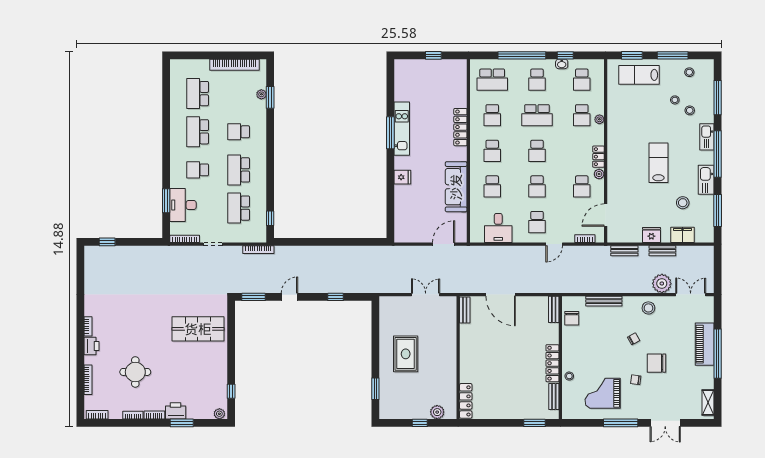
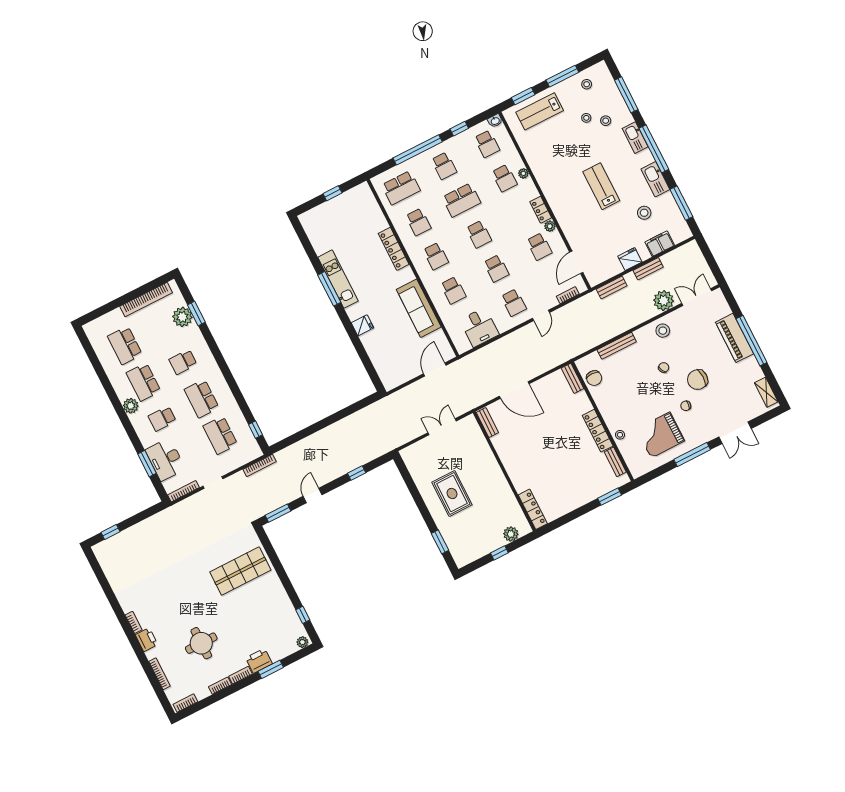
washbasin: (562, 64) -> (495, 121), moved
plant: (261, 94) -> (182, 317), width x1.88, depth x1.88
plant: (177, 146) -> (131, 406), added

